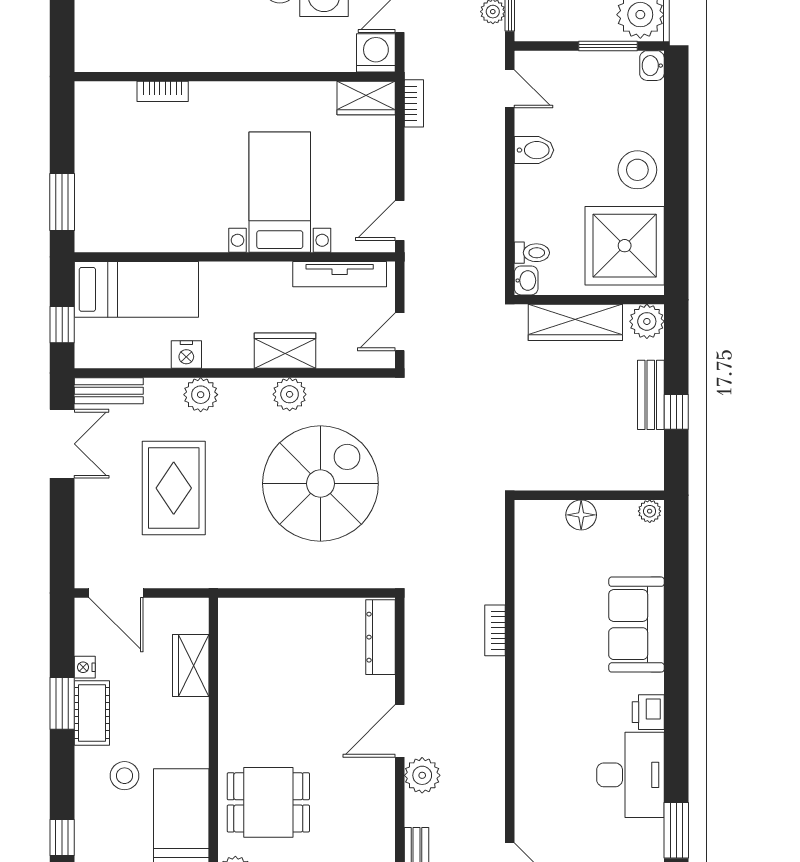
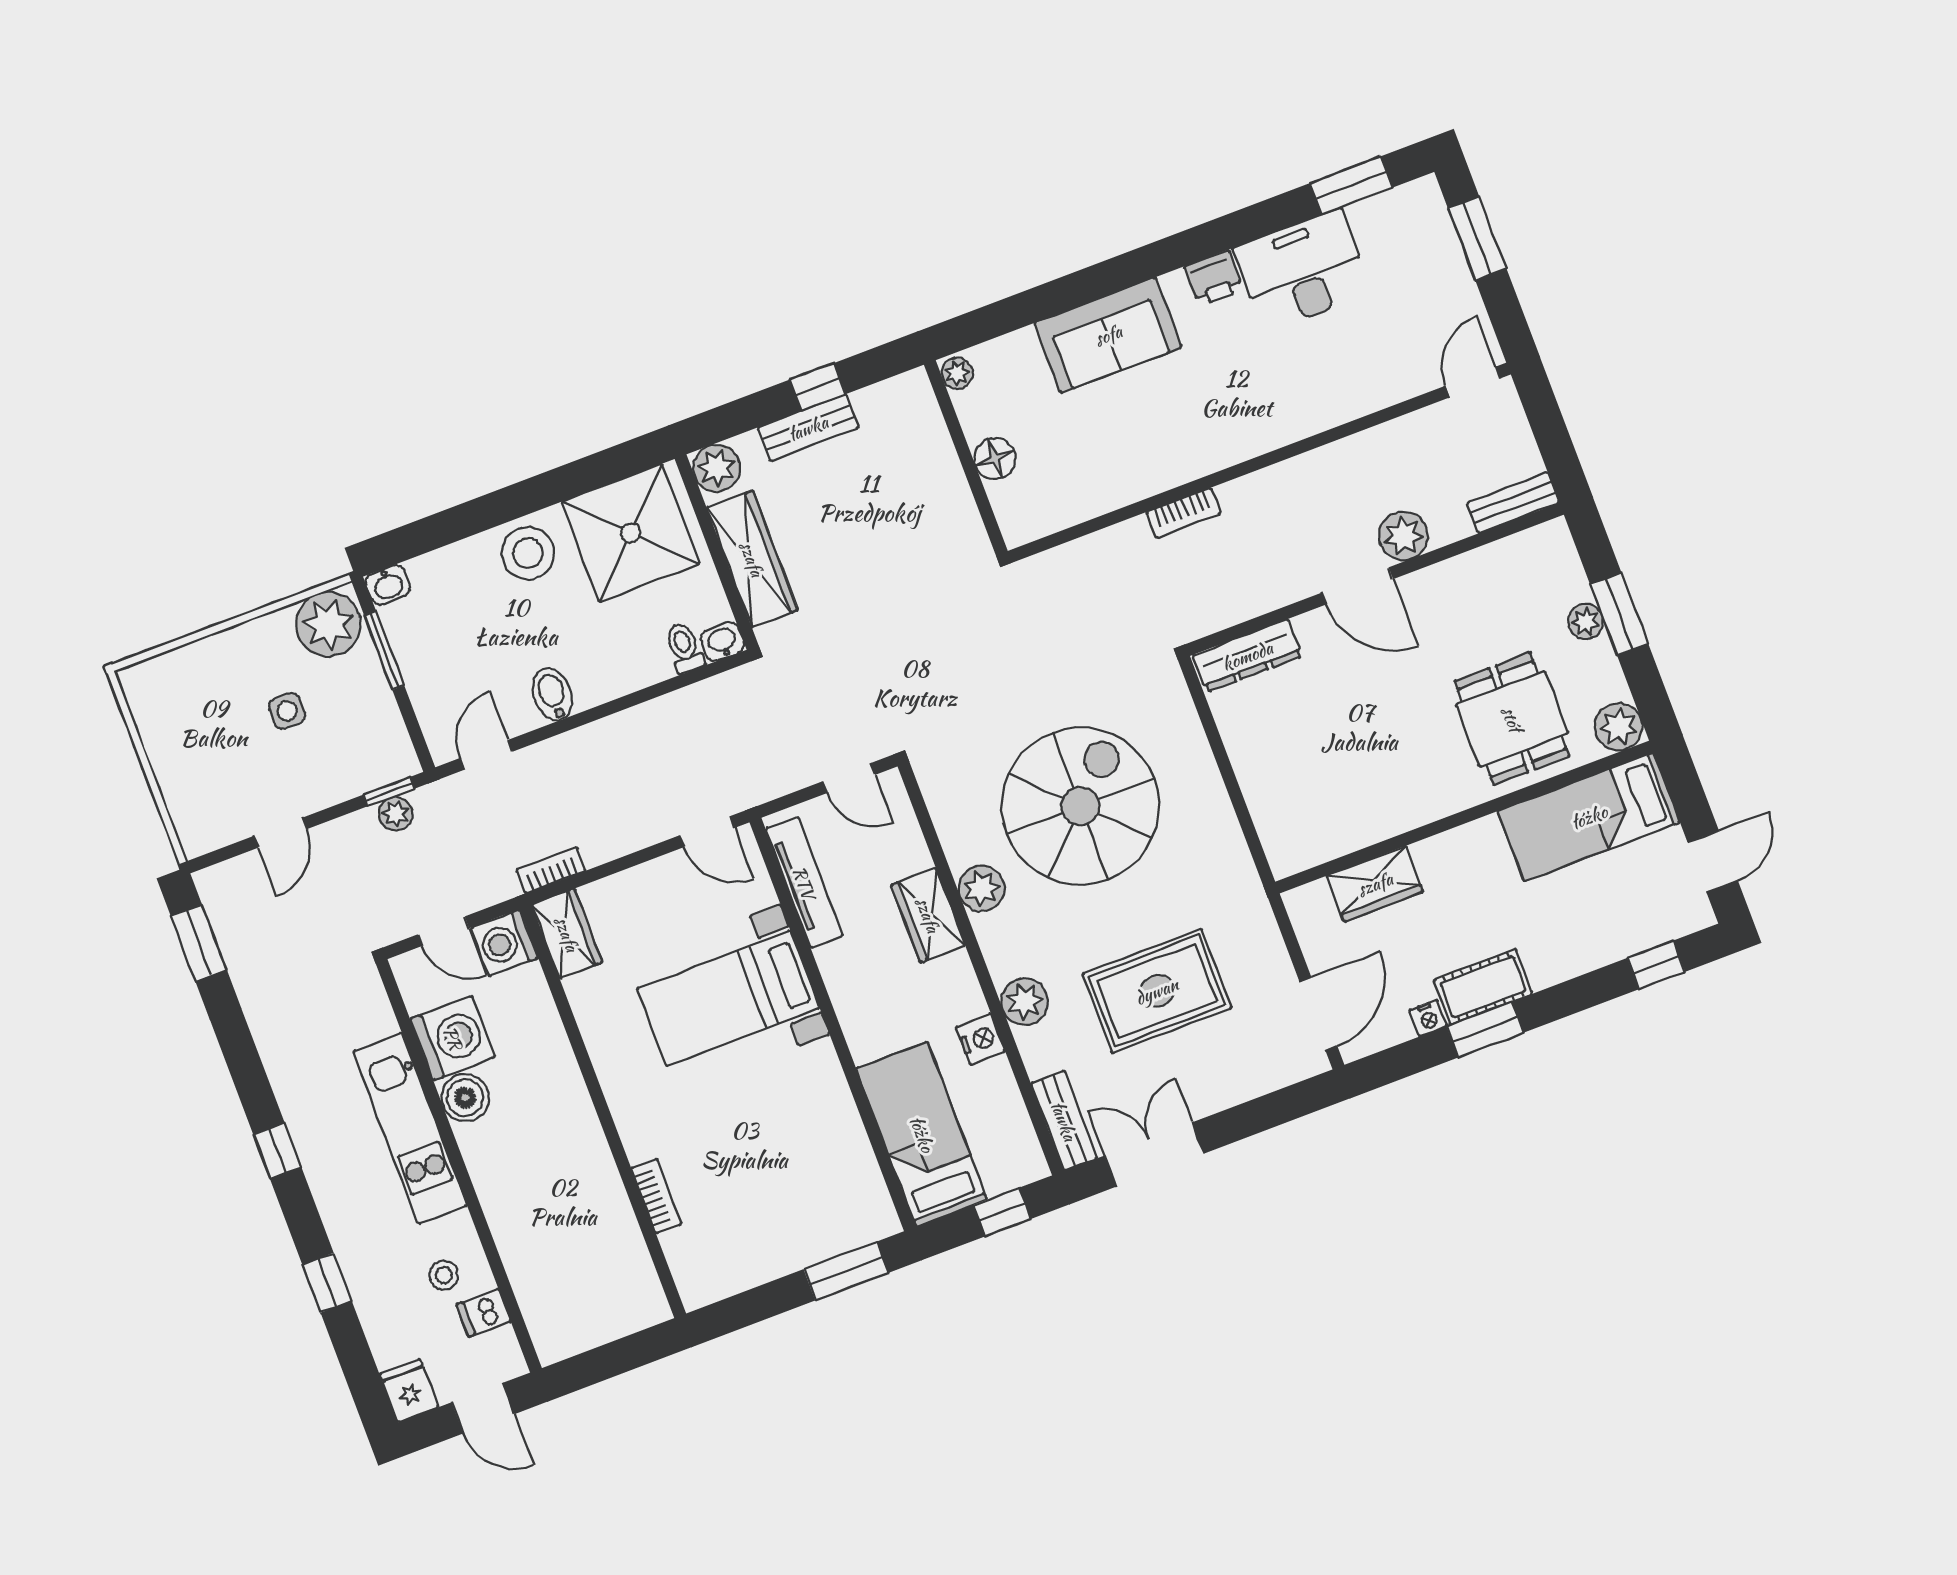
spiral stairs: (320, 484) -> (1080, 806), turned 90
stool: (124, 776) -> (1547, 915), removed

